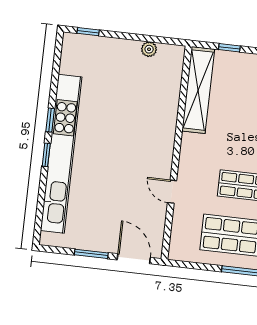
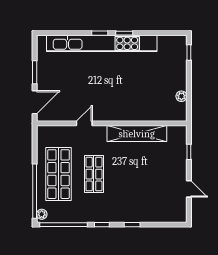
shelving: (198, 90) -> (137, 134), moved

